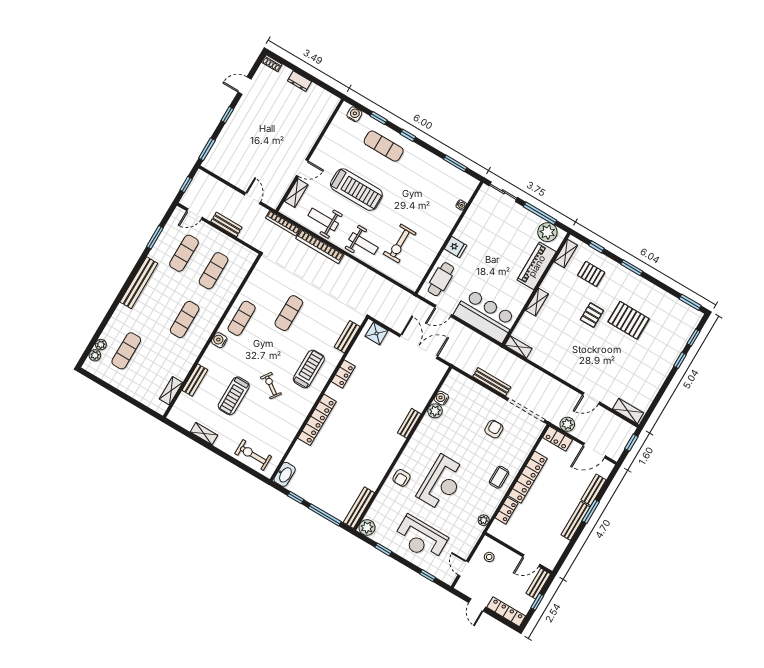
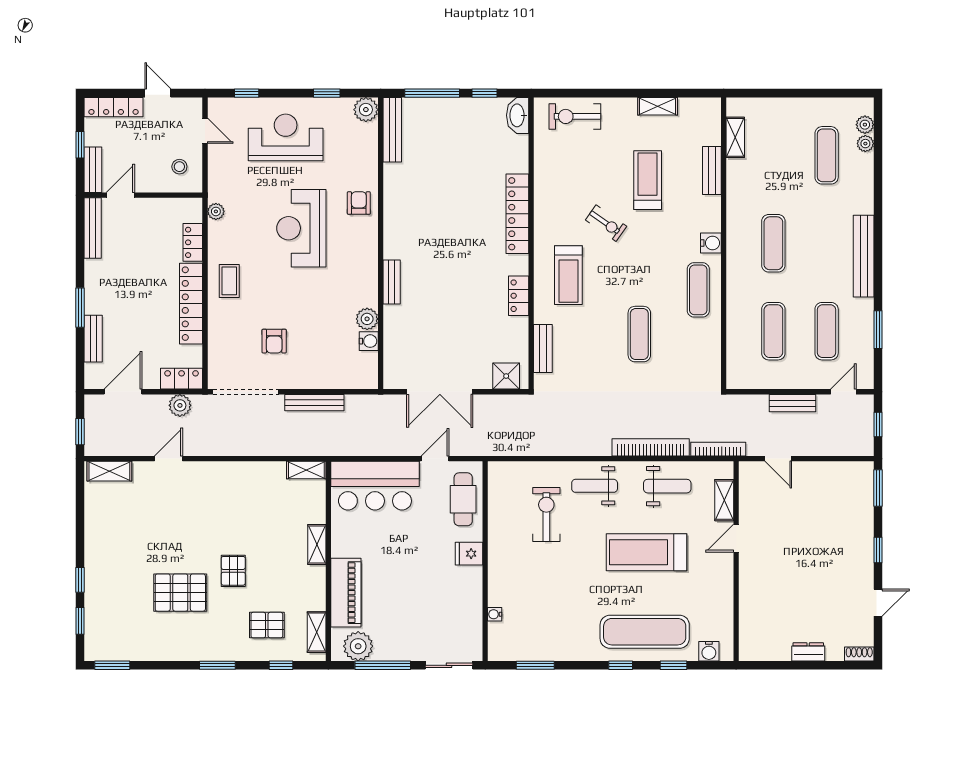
exercise mat: (384, 146) -> (645, 632), width x1.36, depth x1.45
exercise bike: (253, 455) -> (575, 116), turned 180
bench: (576, 521) -> (93, 228), moved

